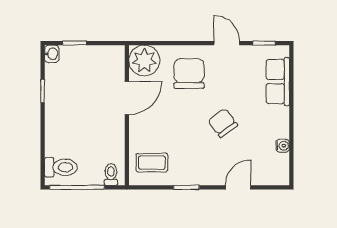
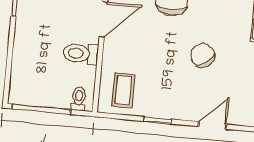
coffee table: (152, 163) -> (123, 90), turned 90
toilet: (61, 167) -> (81, 54), moved, turned 180

